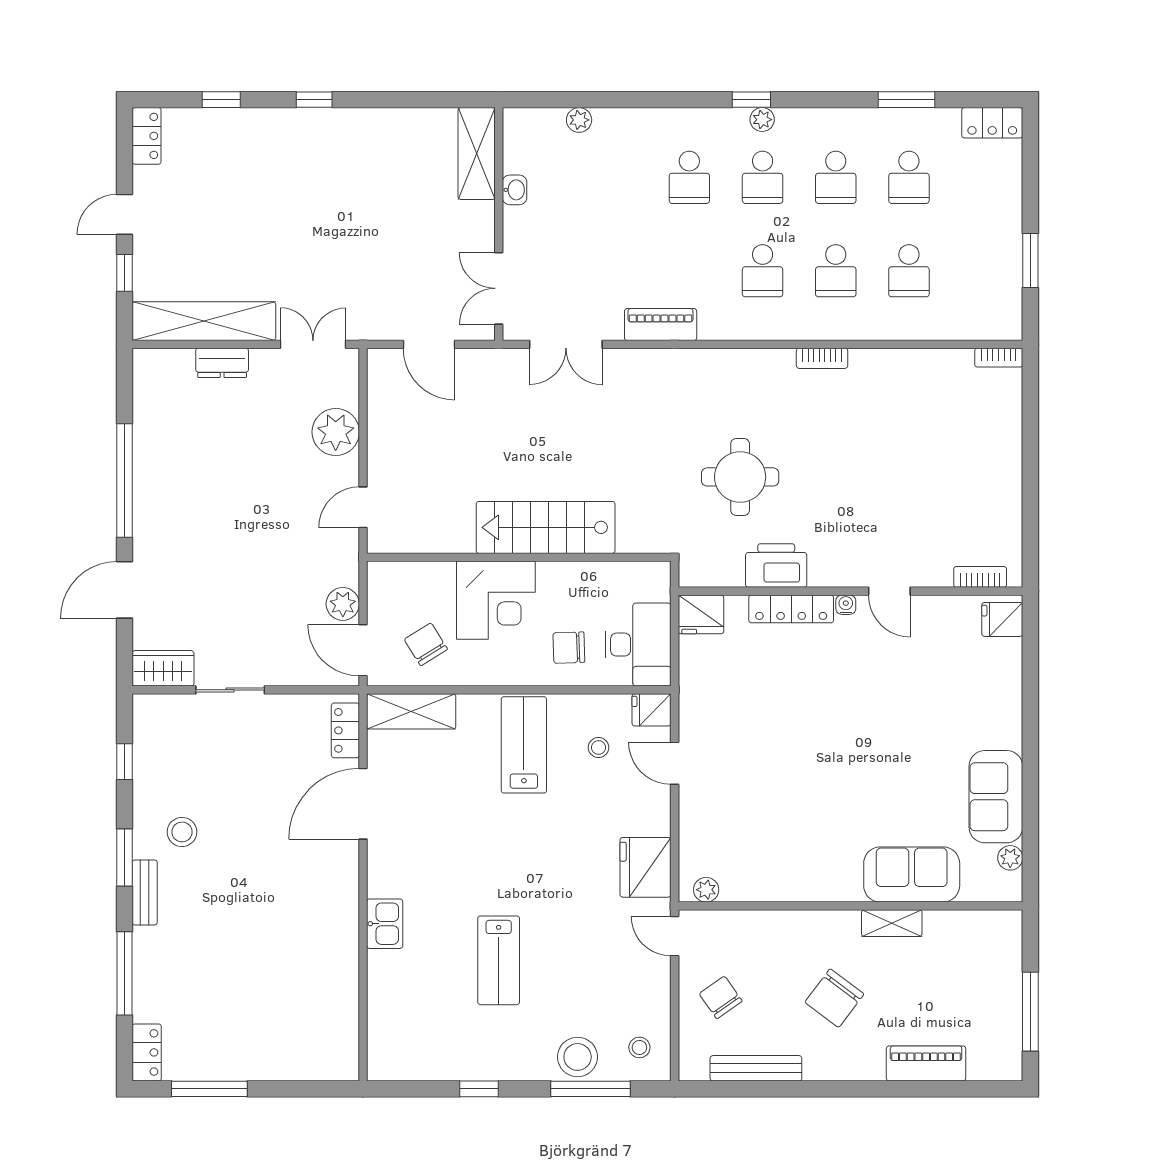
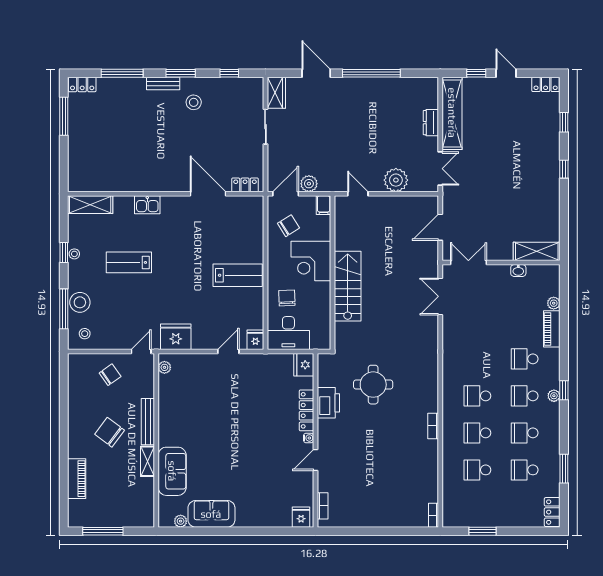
piano: (661, 325) -> (552, 329), moved, turned 180
filing cabinet: (385, 575) -> (324, 205), added
shelving: (411, 711) -> (90, 205), moved, turned 90
stool: (599, 748) -> (74, 254), moved
bench: (756, 1068) -> (148, 422), moved

